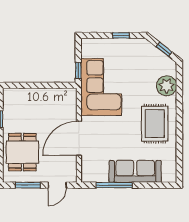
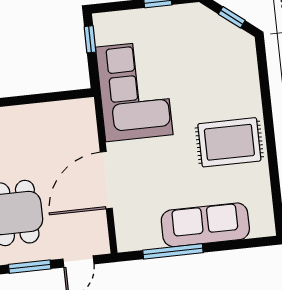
window: (78, 70) -> (90, 39), moved
plant: (167, 86) -> (242, 77), removed
rug: (155, 124) -> (229, 142), turned 90

